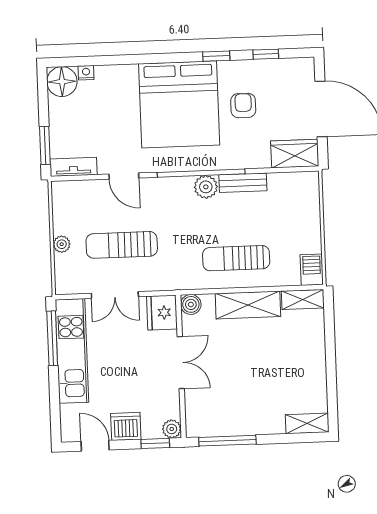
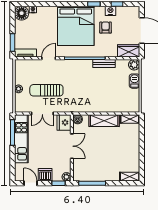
nightstand: (252, 69) -> (110, 11), added
door: (124, 176) -> (49, 58), swing flipped
plant: (206, 187) -> (134, 65), moved
sun lounger: (236, 258) -> (100, 99), removed
barbecue: (312, 270) -> (134, 81), moved

